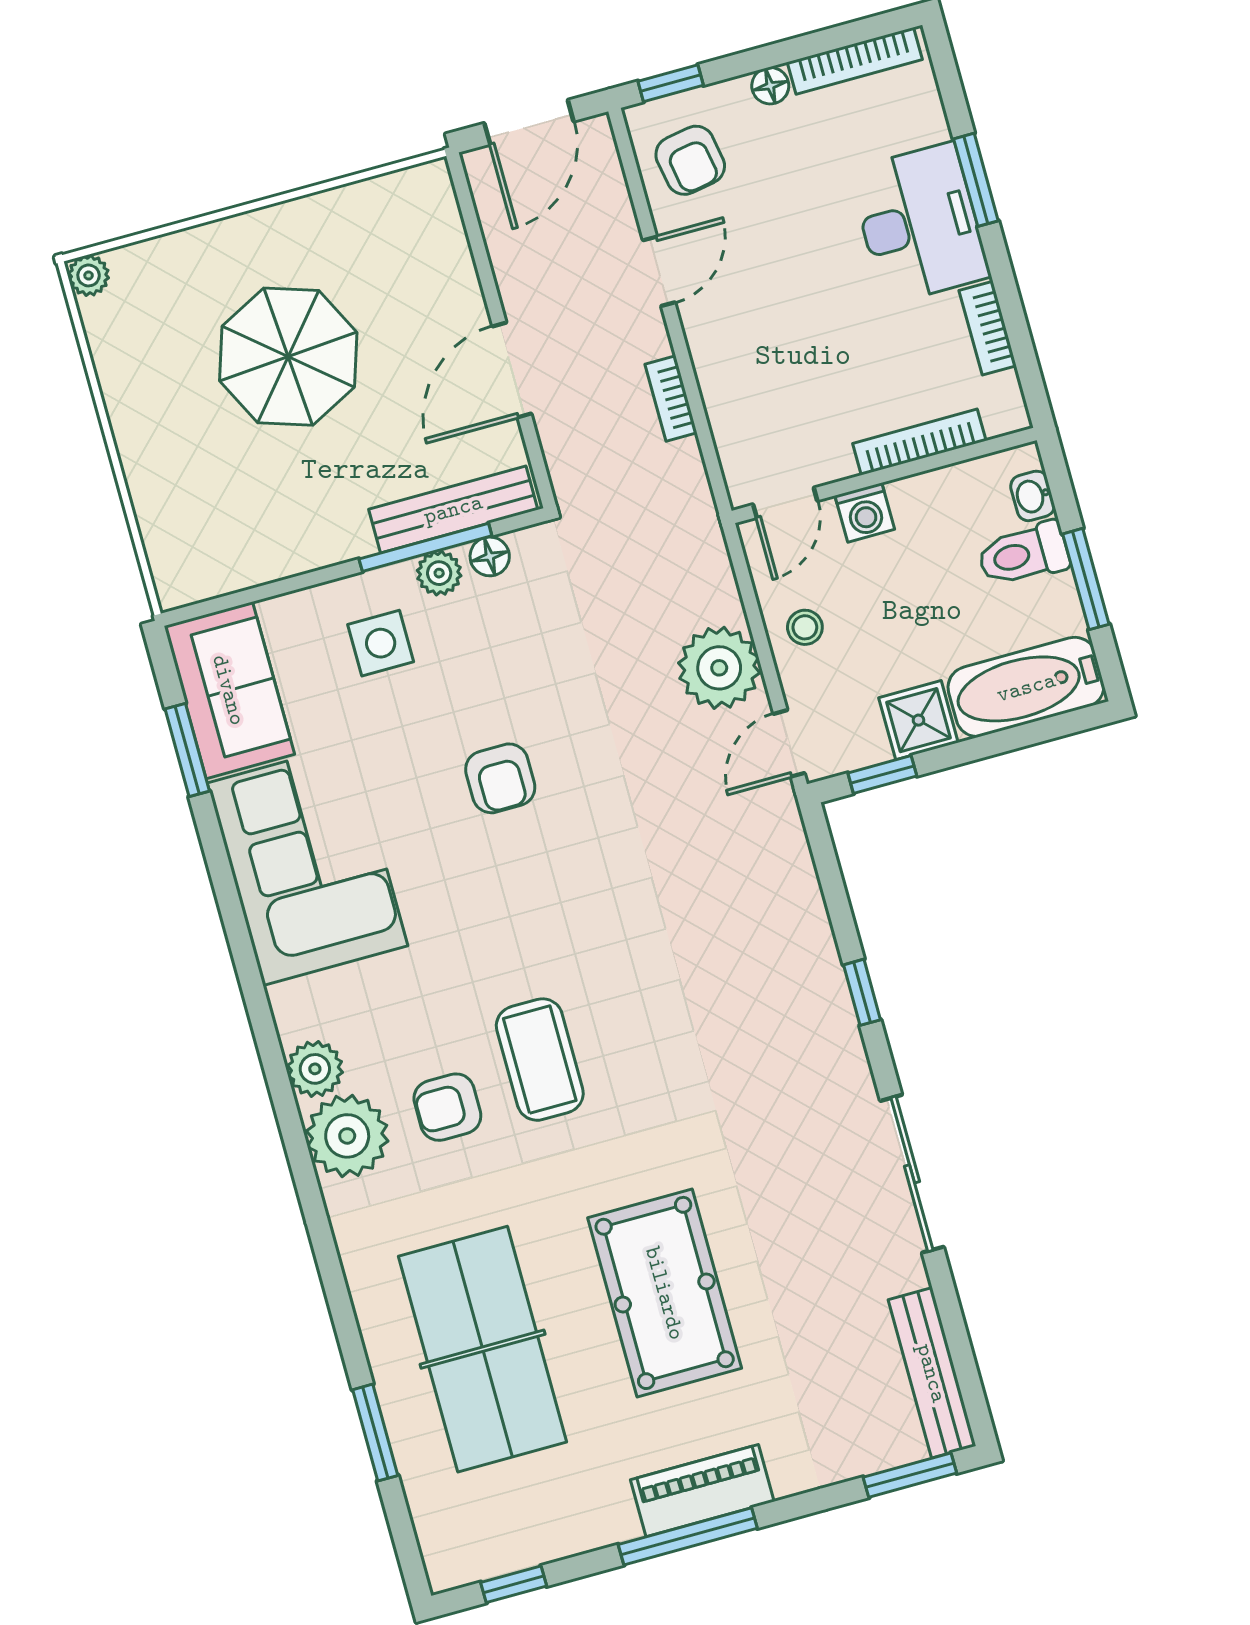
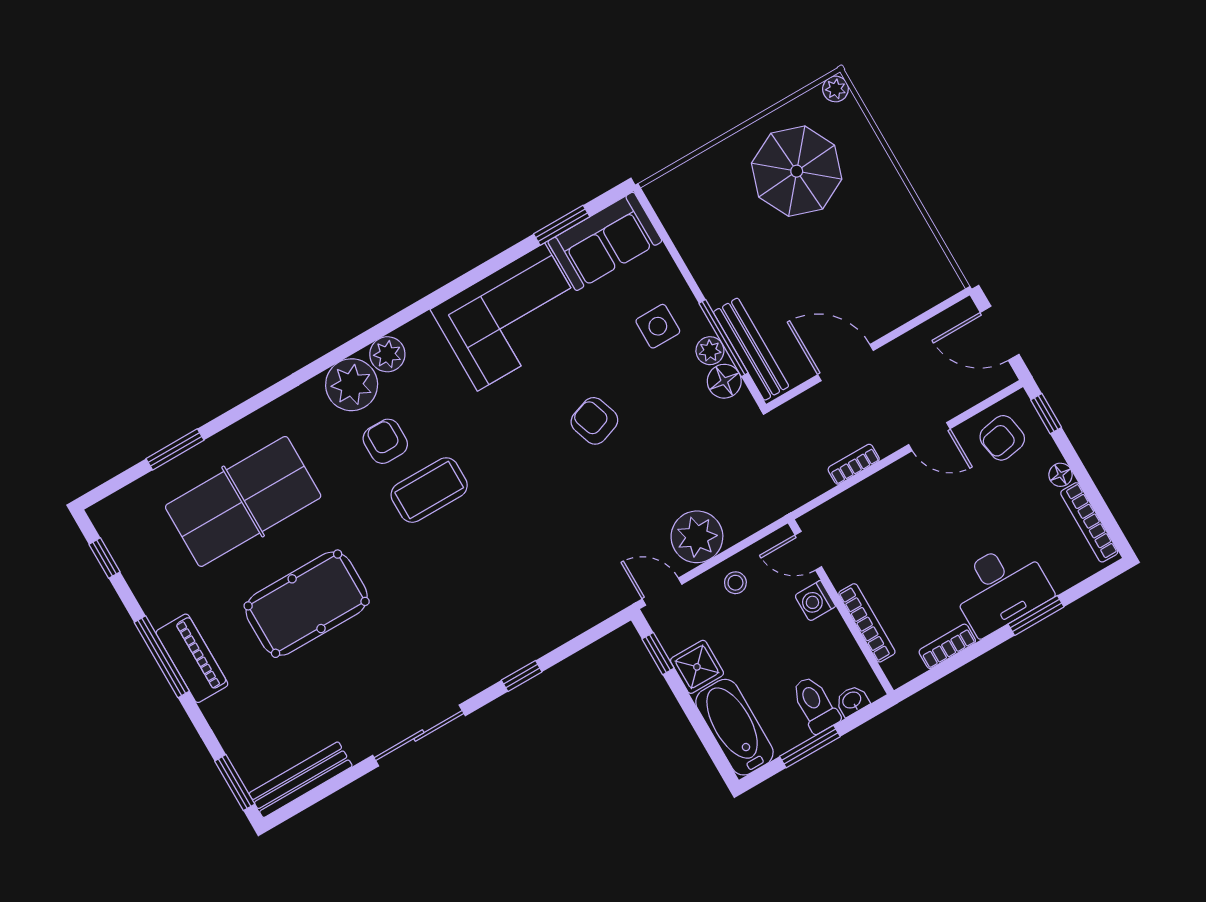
parasol: (288, 357) -> (797, 171), moved
floor lamp: (490, 556) -> (724, 381), width x1.37, depth x1.37
armchair: (500, 778) -> (594, 421), turned 71

